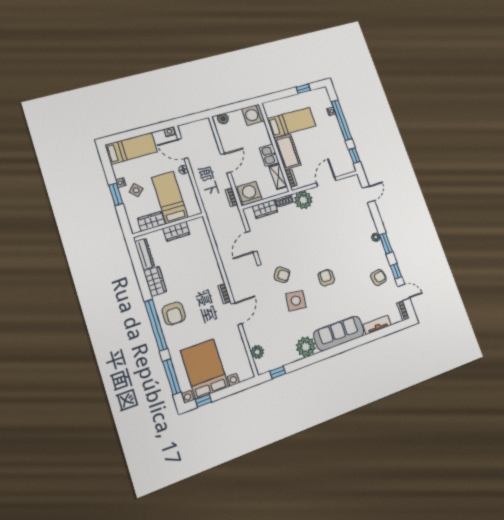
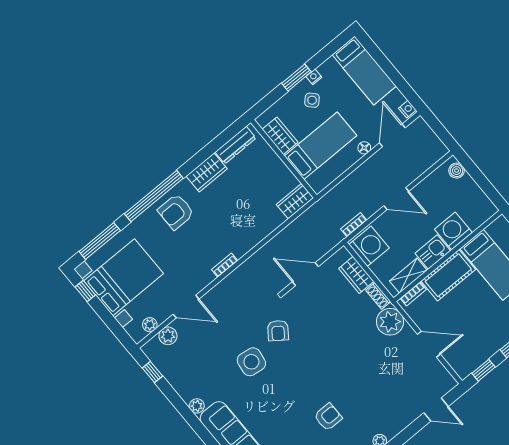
washing machine: (253, 115) -> (453, 231), moved
wardrobe: (176, 231) -> (295, 201), moved, turned 90
armchair: (326, 278) -> (328, 417), moved
door: (236, 314) -> (186, 307), moved
plant: (306, 347) -> (197, 406), width x0.53, depth x0.53
plant: (245, 362) -> (150, 325), added

